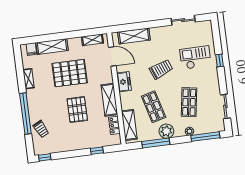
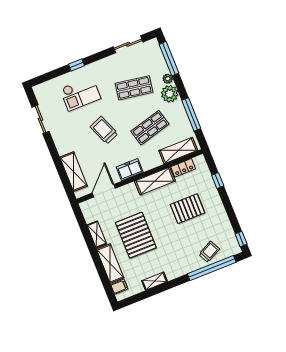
shelving: (92, 40) -> (97, 234), moved
checkout: (195, 58) -> (80, 94), turned -90
pallet: (77, 110) -> (188, 209), moved
window: (25, 114) -> (212, 268), moved
plant: (166, 131) -> (170, 94), moved

